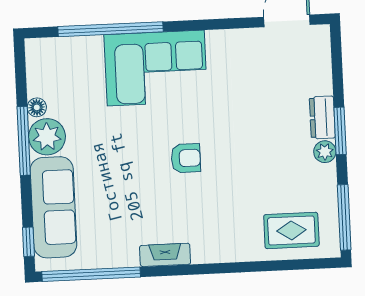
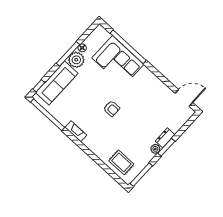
corner sofa: (156, 68) -> (118, 61), moved

